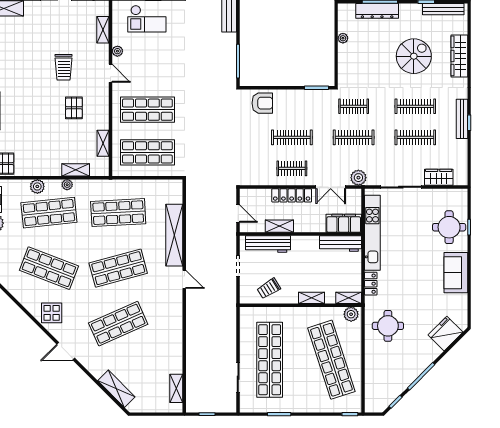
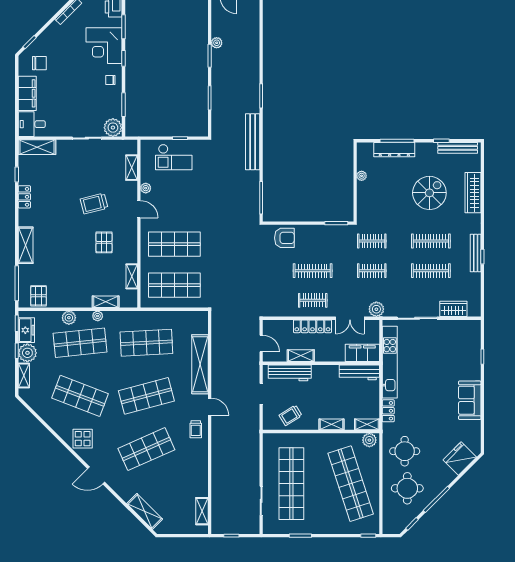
trolley: (64, 67) -> (94, 204), turned 76
clothes rail: (354, 137) -> (372, 271), width x0.73
round table: (449, 227) -> (407, 488), moved
trolley: (170, 303) -> (196, 429), added

